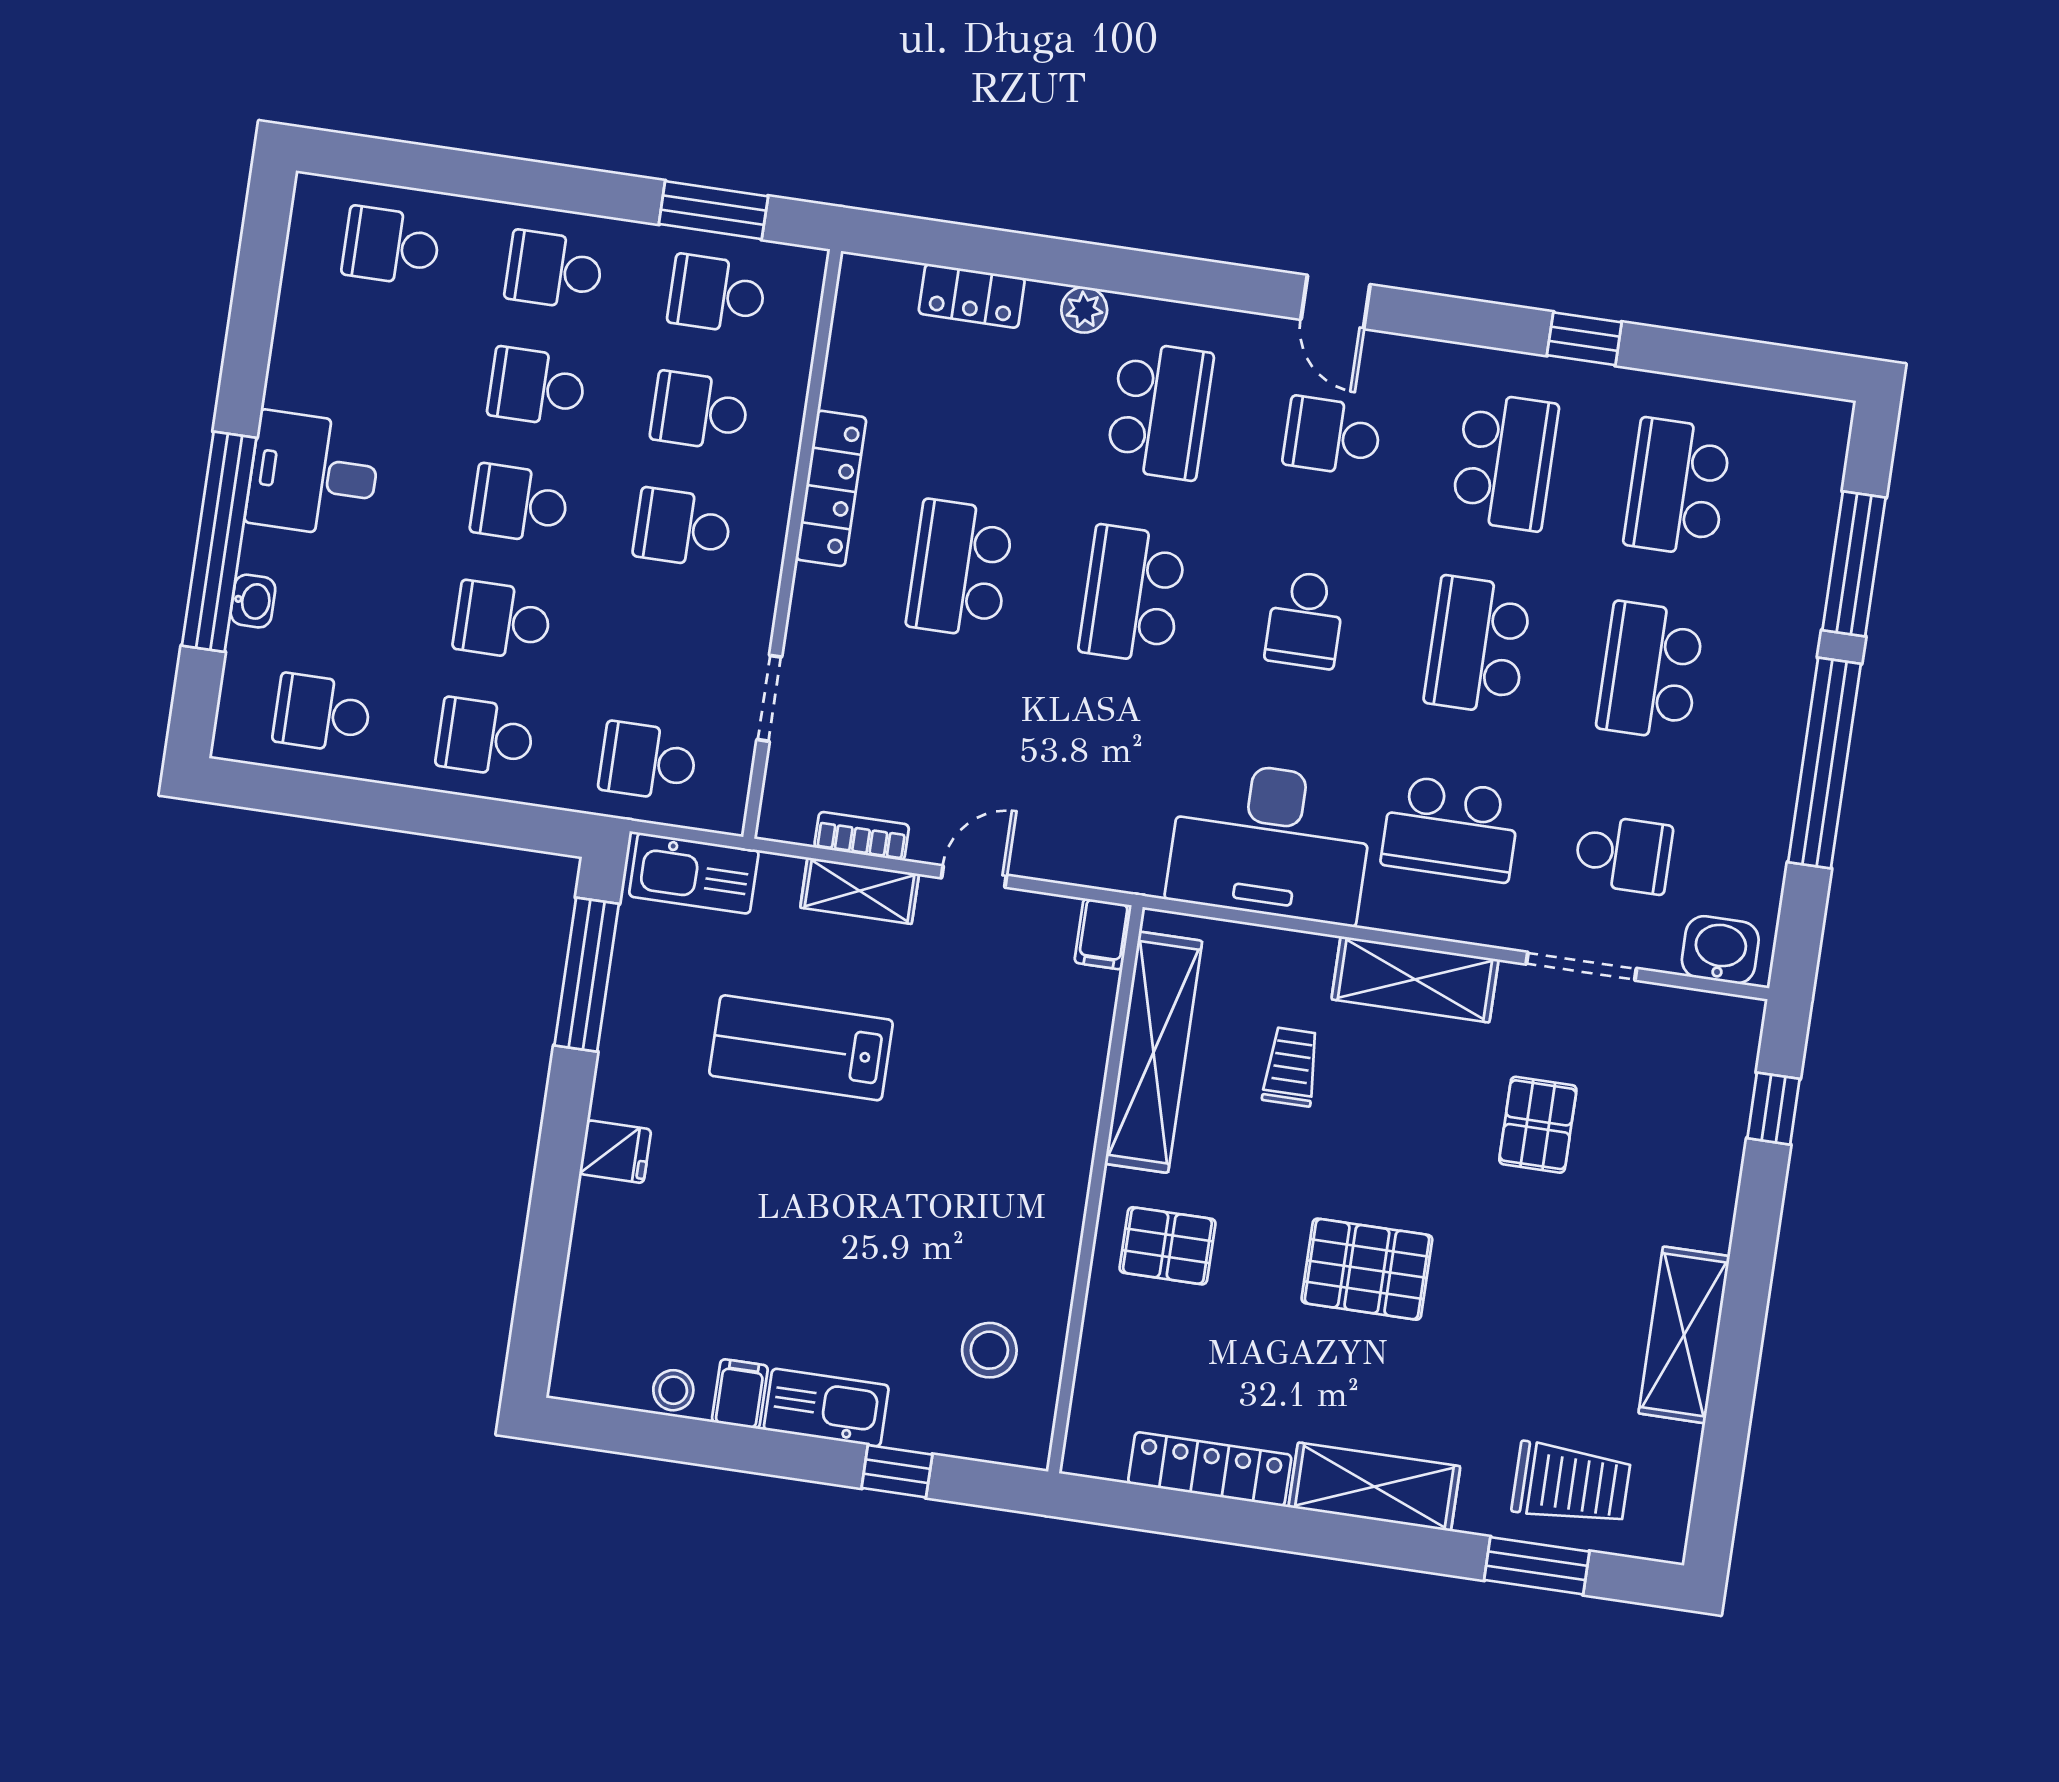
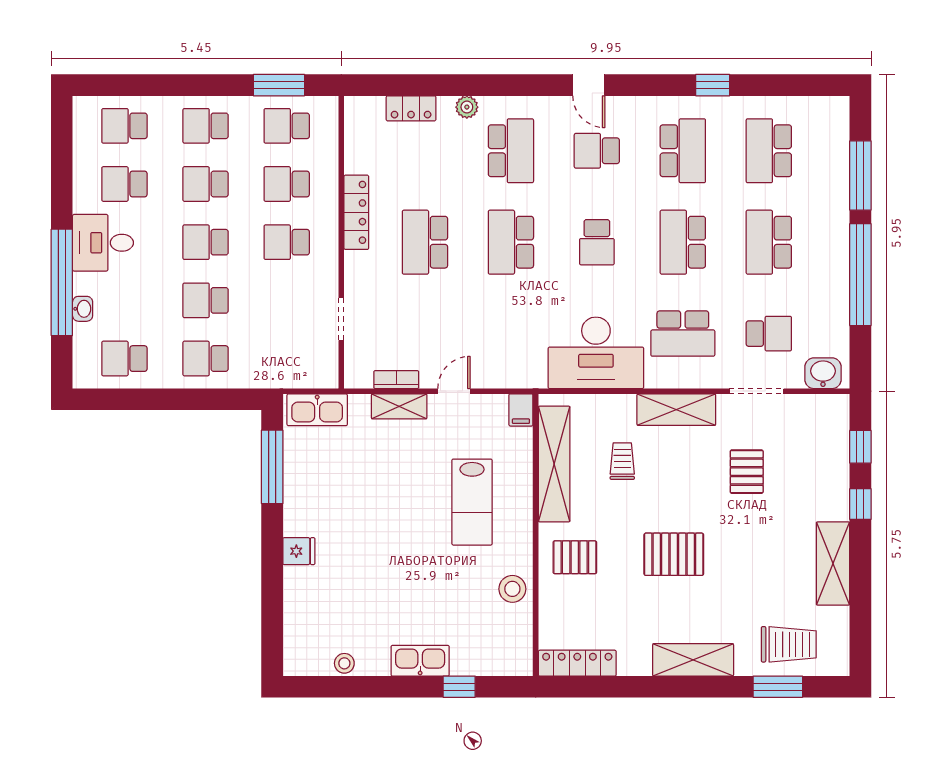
school desk: (648, 761) -> (124, 184), moved
lab bench: (801, 1048) -> (472, 502), moved, turned -90
window: (1756, 1224) -> (860, 504), added
stool: (989, 1350) -> (512, 589), moved
filing cabinet: (740, 1394) -> (377, 660), removed
locker: (1210, 1469) -> (577, 663), moved

